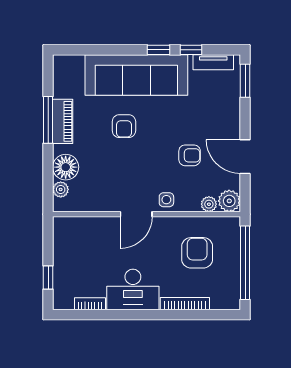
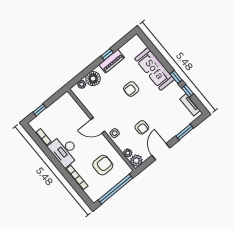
sofa: (136, 75) -> (155, 69), width x0.74, depth x0.79
window: (245, 81) -> (185, 132), moved
window: (48, 120) -> (107, 54), width x0.46

